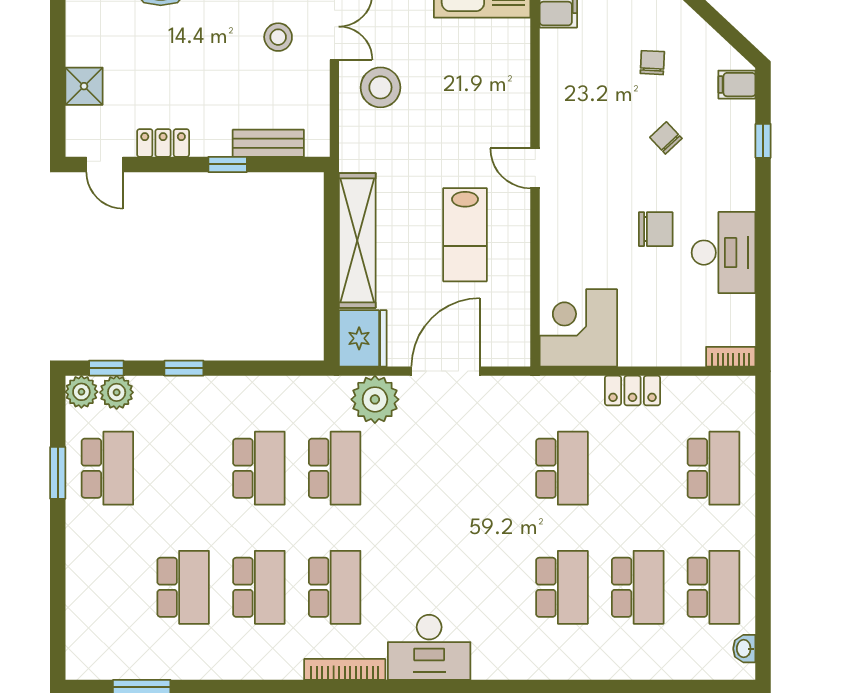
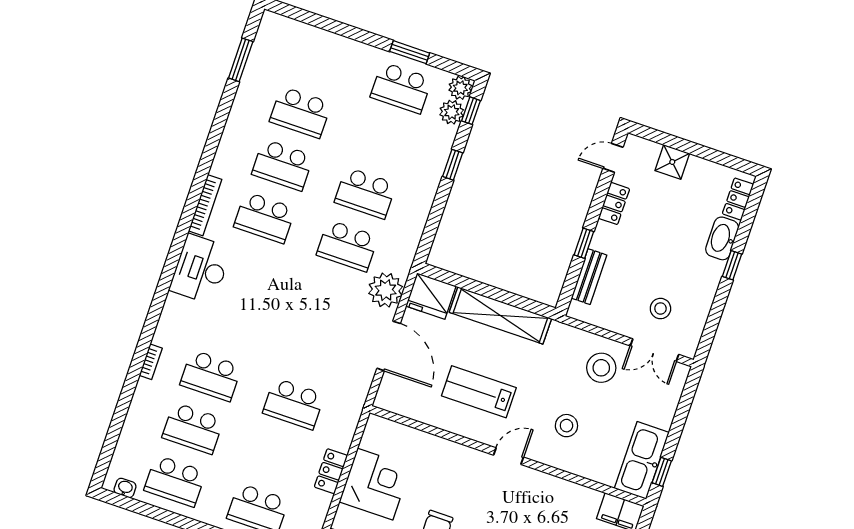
stool: (470, 107) -> (566, 426), added
corner desk: (578, 328) -> (375, 484), moved
bookcase: (571, 671) -> (151, 362), added

